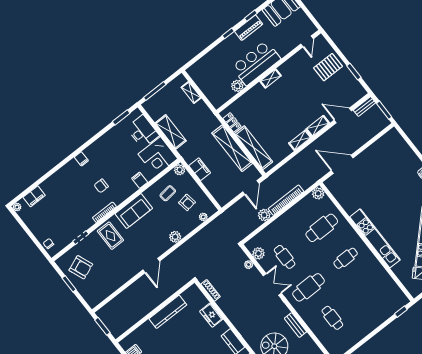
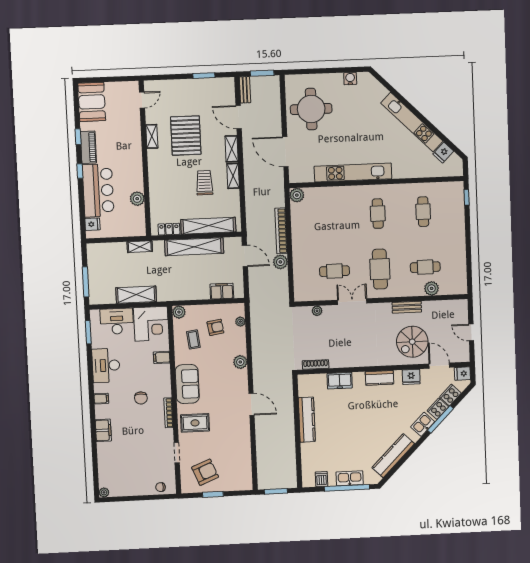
door: (307, 41) -> (142, 100), hinge flipped
bar counter: (256, 63) -> (98, 190), moved, turned 180
pallet: (328, 67) -> (186, 136), moved, width x1.37, depth x1.41
fridge: (198, 68) -> (92, 224), added
shelving: (271, 79) -> (152, 136), moved
shelving: (191, 93) -> (140, 247), moved
door: (343, 115) -> (239, 117), hinge flipped
trolley: (281, 124) -> (204, 183), added
desk: (107, 146) -> (106, 365), added
round table: (384, 161) -> (311, 109), added
door: (342, 164) -> (285, 152), hinge flipped
filing cabinet: (200, 169) -> (222, 291), moved
filing cabinet: (34, 196) -> (103, 430), moved
cafe table: (322, 228) -> (423, 212), moved, width x0.73, depth x0.74
kitchen unit: (375, 238) -> (353, 173), moved
plant: (258, 253) -> (432, 288), moved

